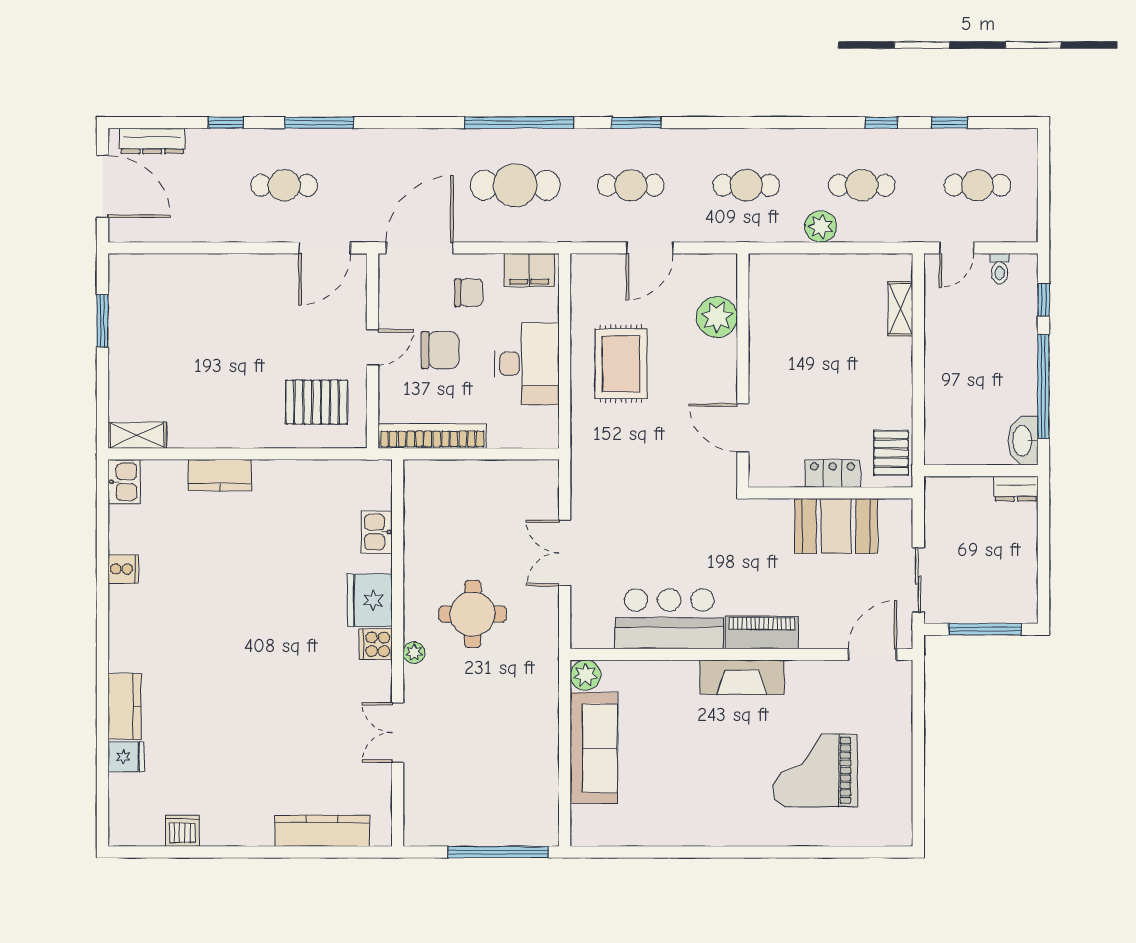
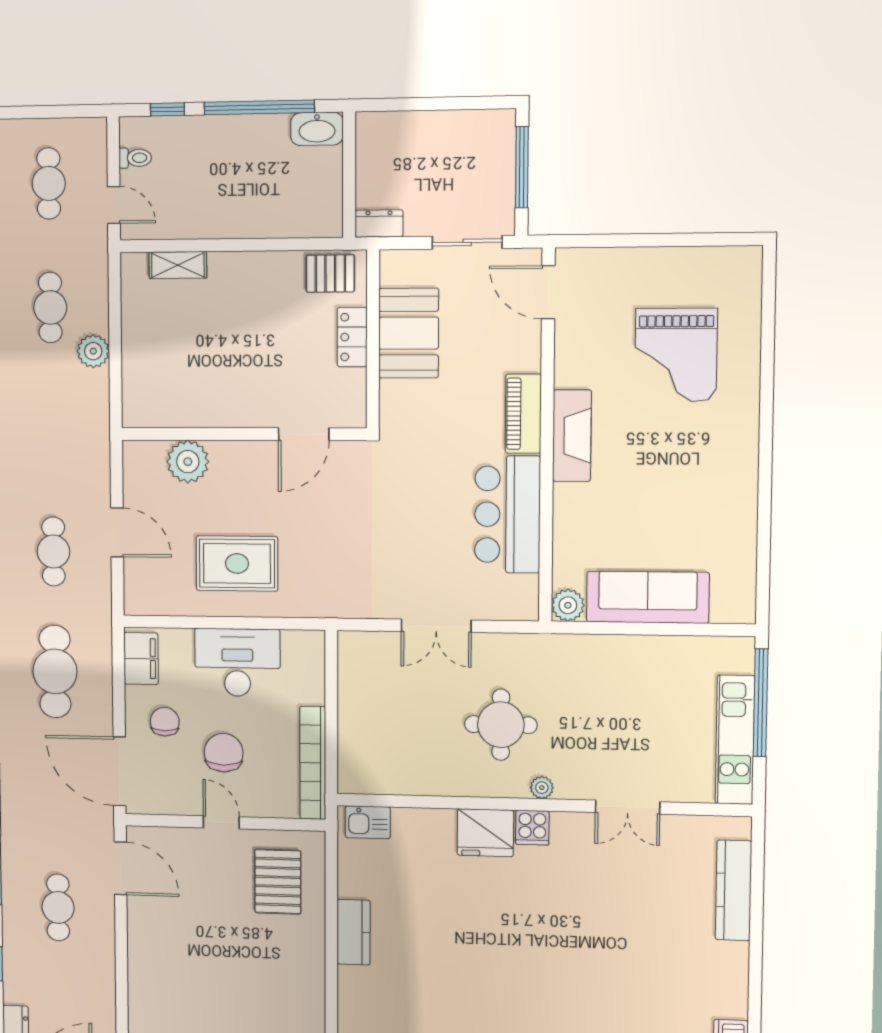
cafe table: (746, 185) -> (52, 430), removed
kitchen counter: (220, 475) -> (354, 932), moved
dresser: (1016, 489) -> (379, 224), moved, turned -90
kitchen sink: (377, 532) -> (368, 822), moved
kitchen unit: (463, 830) -> (735, 740), added

